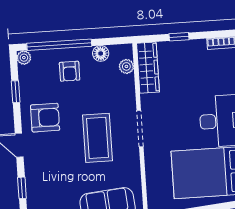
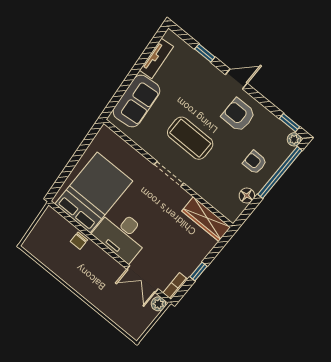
window: (179, 37) -> (199, 271), moved
plant: (126, 66) -> (221, 205), removed
window: (16, 92) -> (290, 123), moved
armchair: (45, 118) -> (238, 115), turned 90

